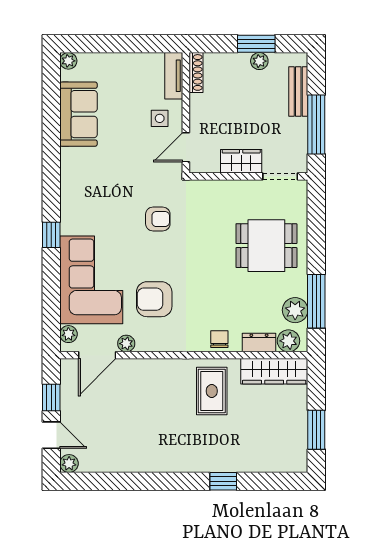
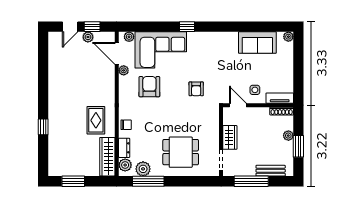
plant: (259, 61) -> (288, 136), moved
dining table: (266, 246) -> (181, 152), turned 90
rug: (212, 391) -> (96, 120), turned 90
plant: (69, 464) -> (88, 37), moved

